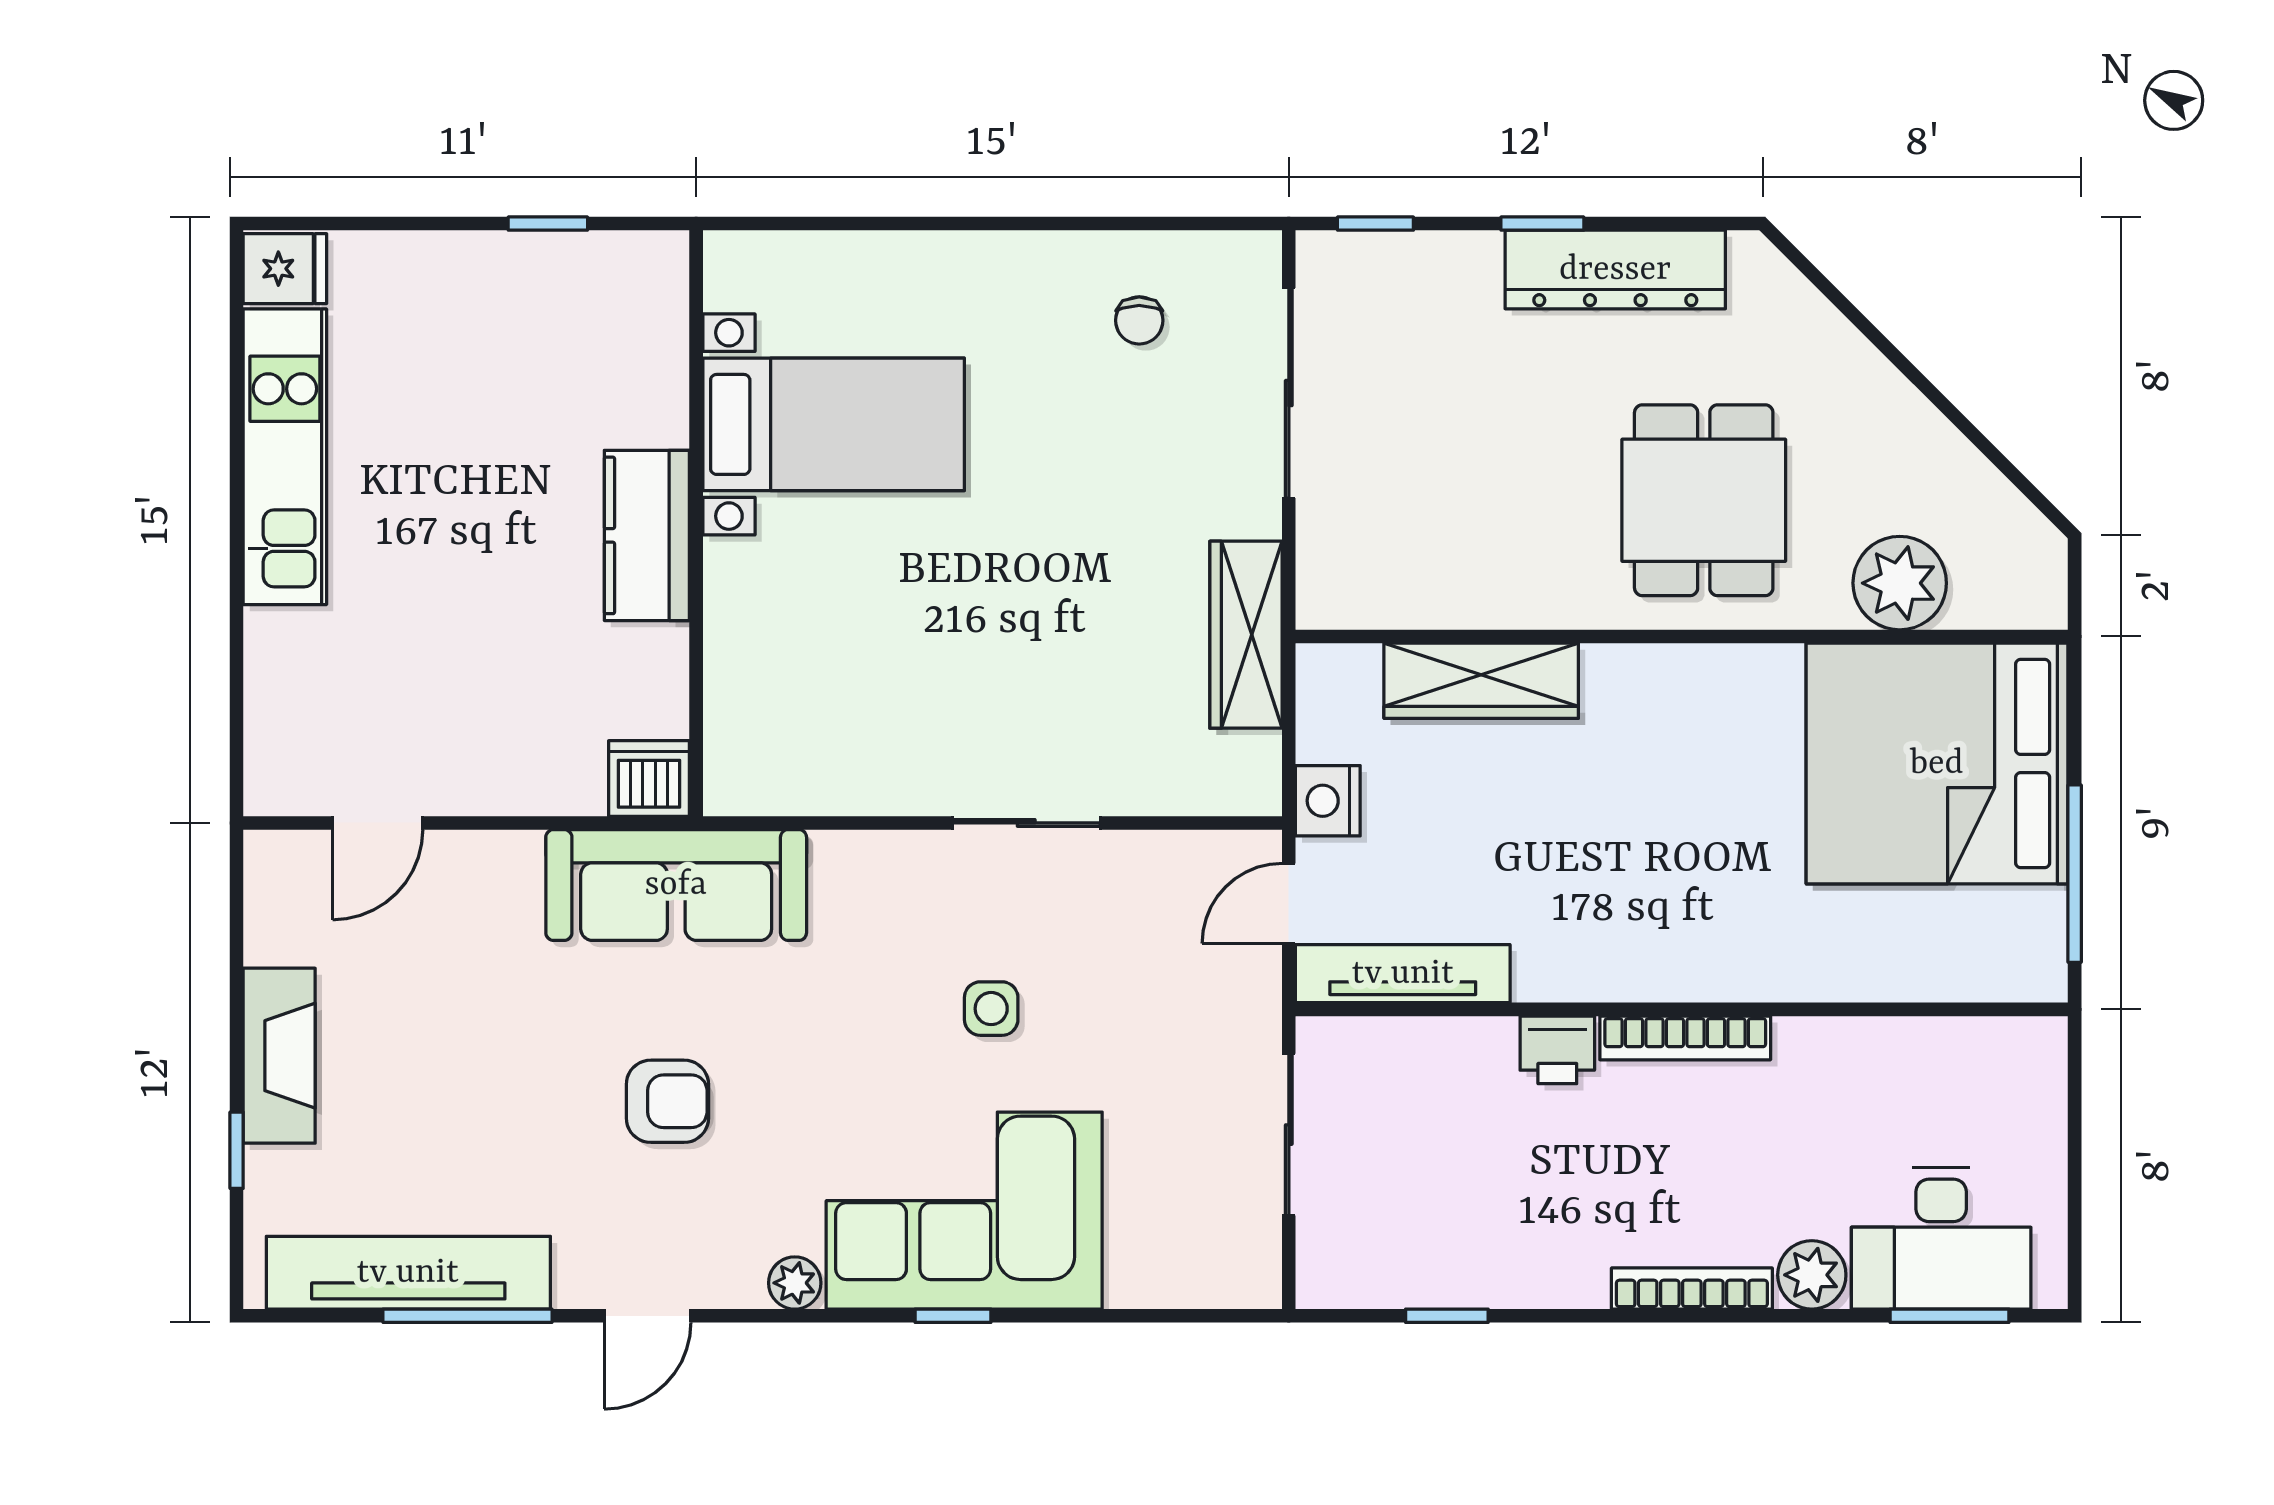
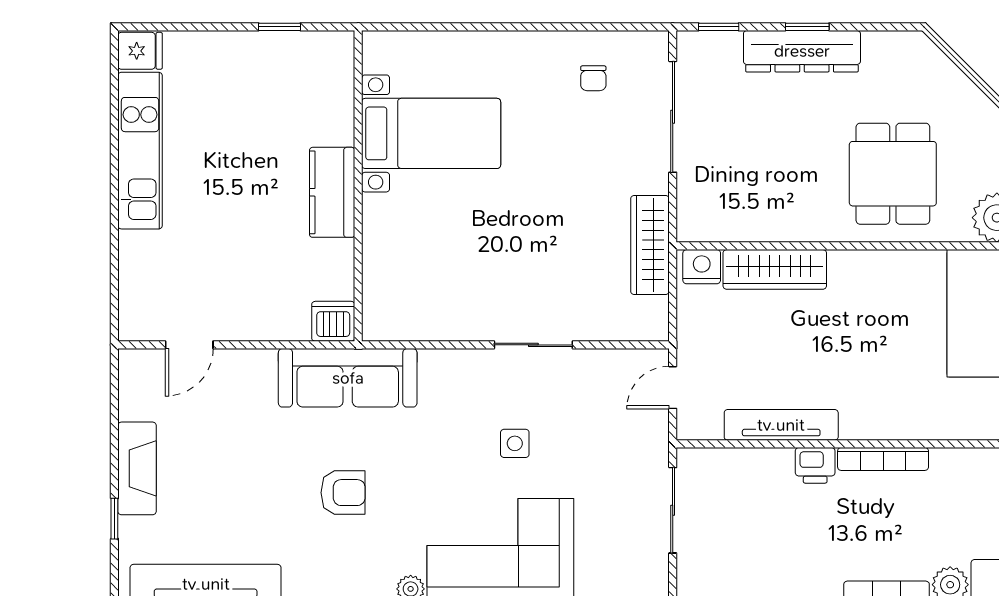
dresser: (1615, 270) -> (802, 51), moved
nightstand: (1328, 801) -> (702, 267), moved, turned 90
tv unit: (1403, 974) -> (781, 425), moved

